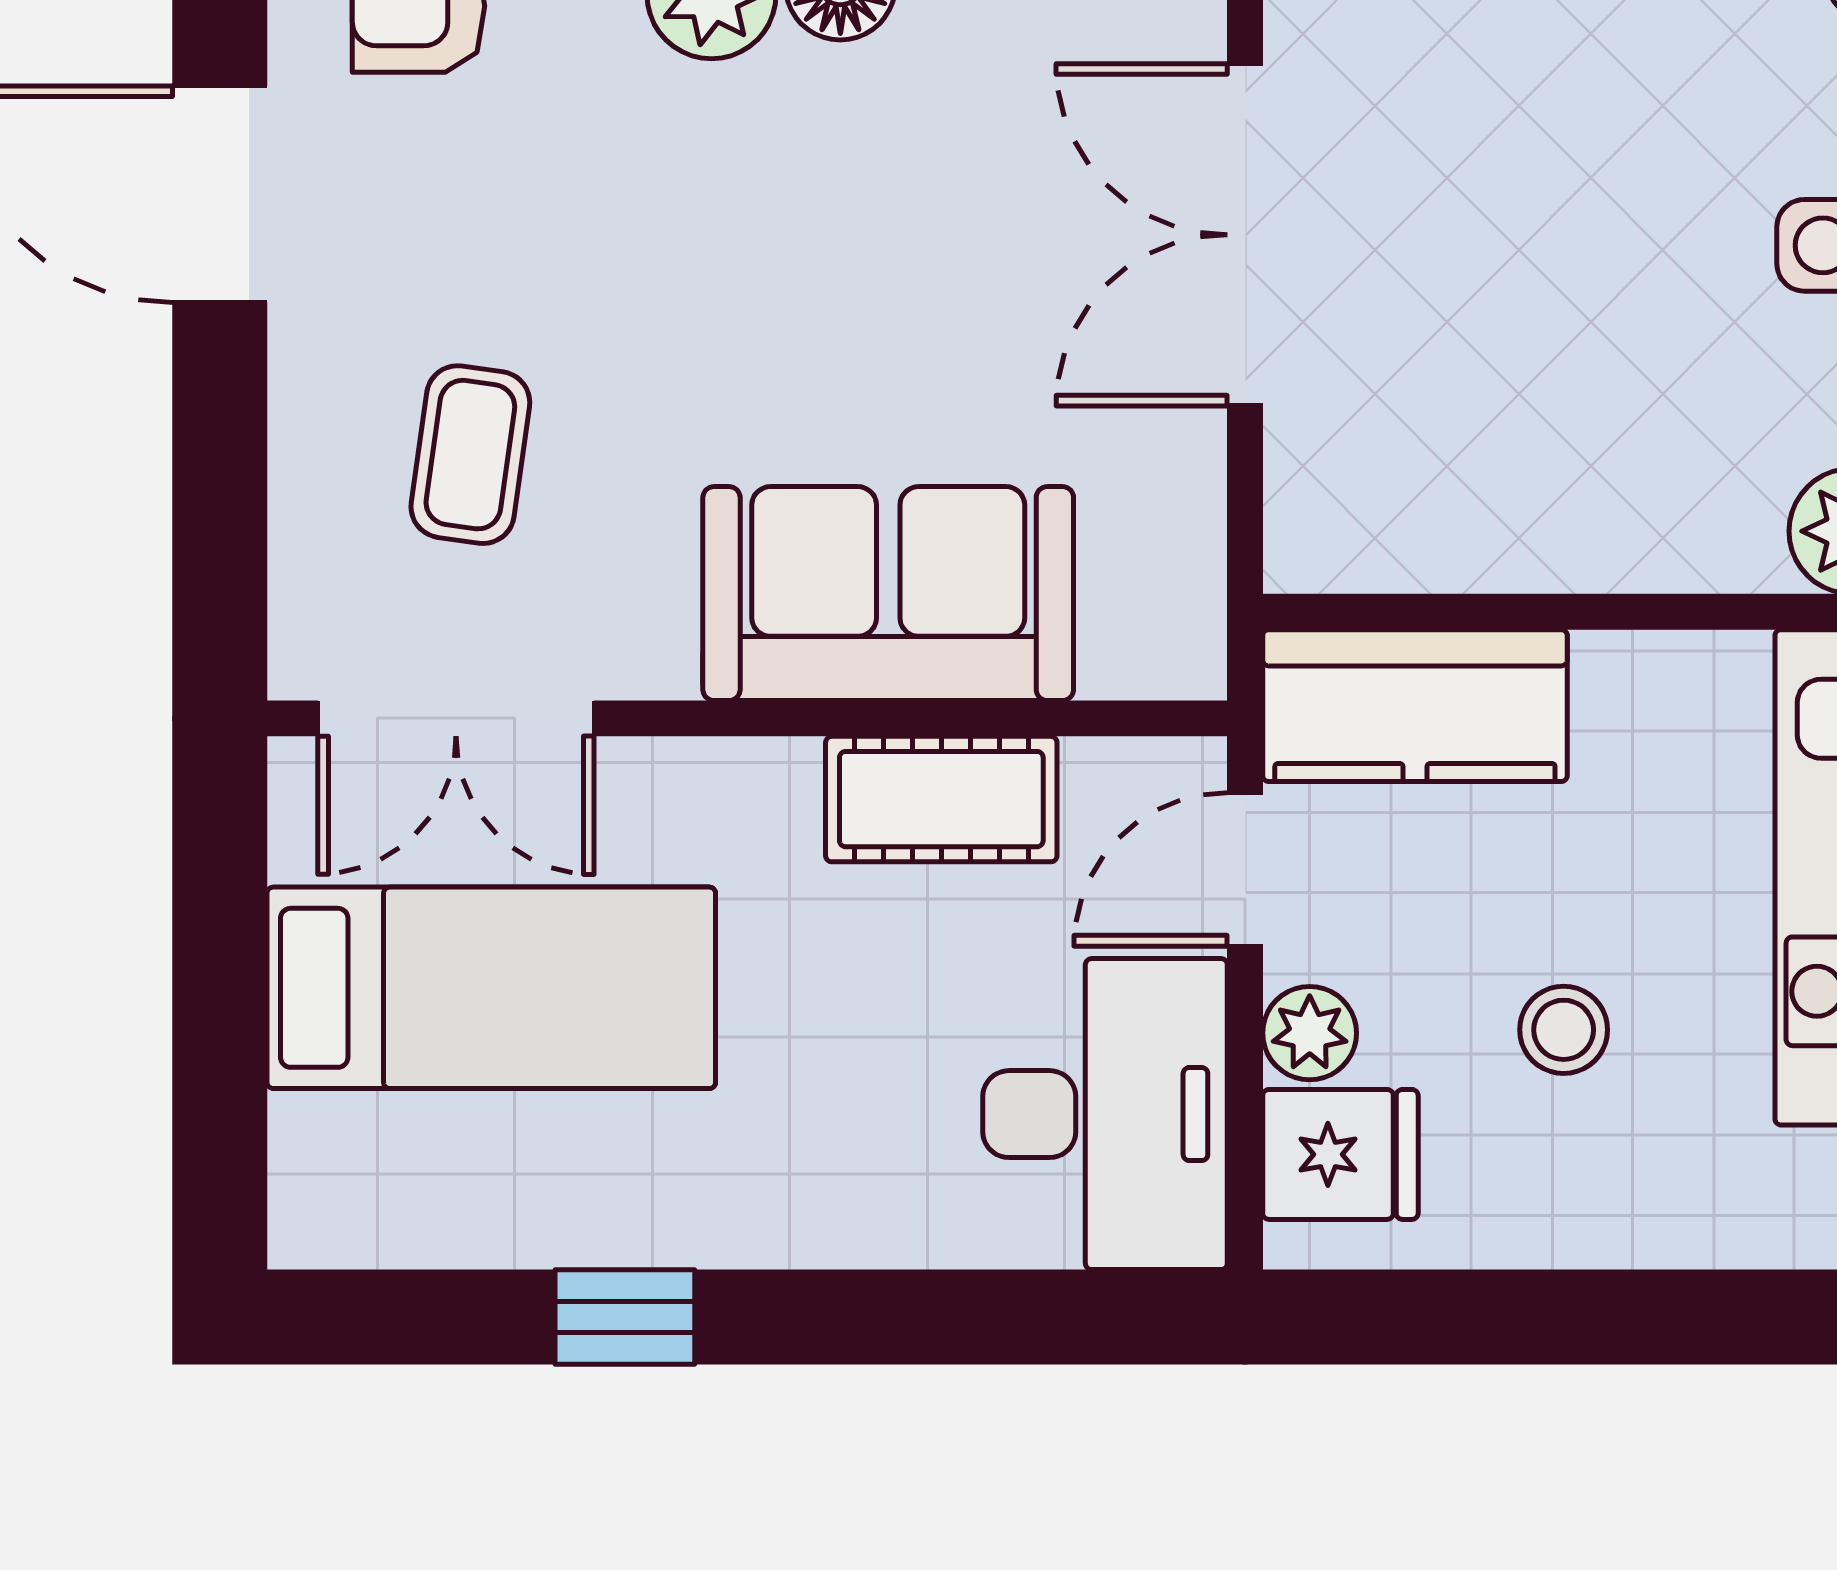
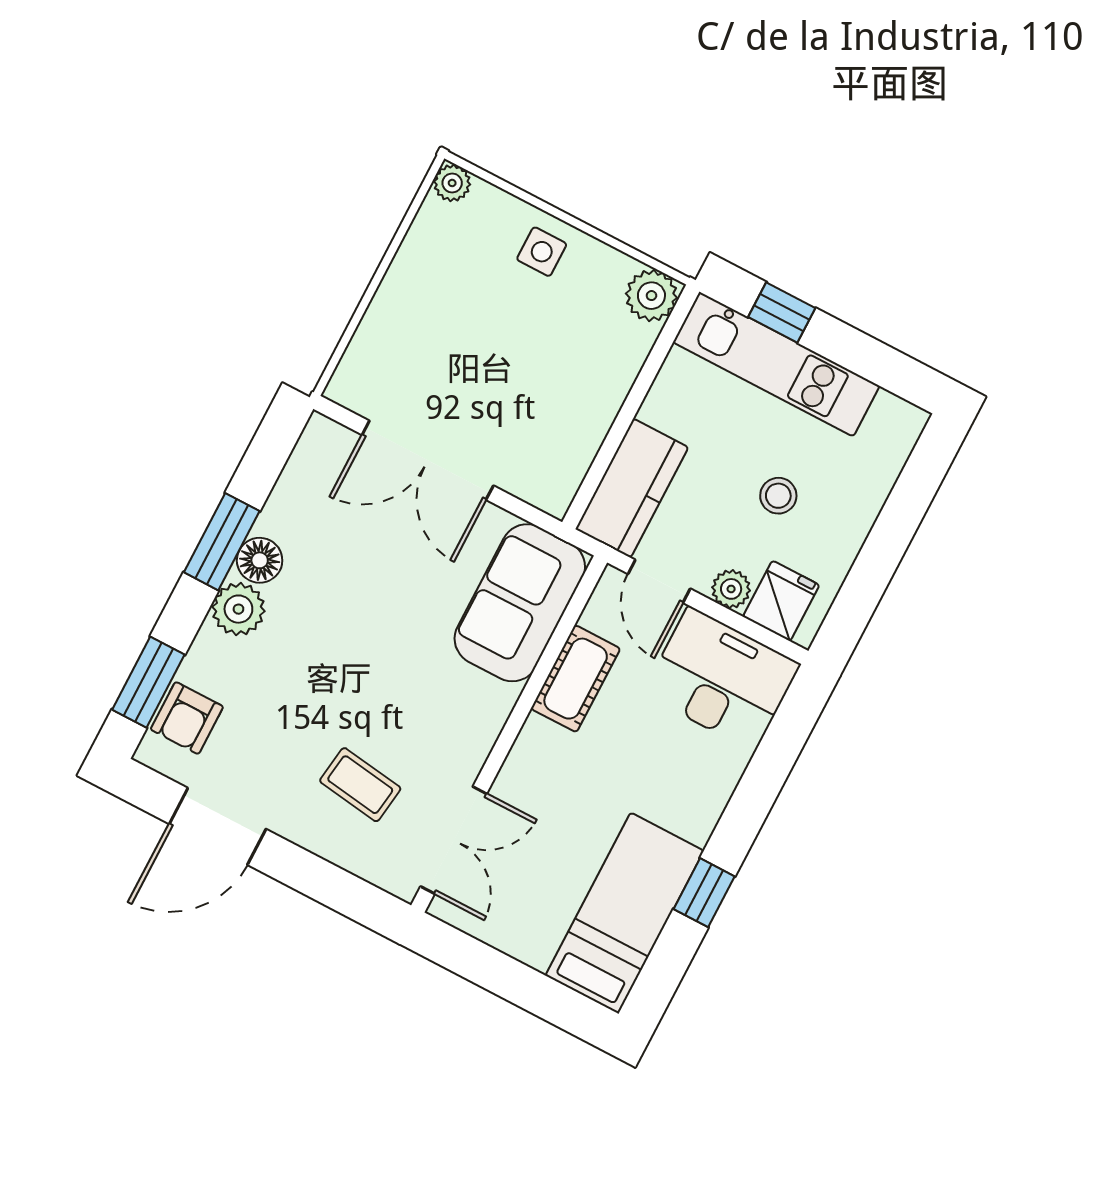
sofa: (888, 594) -> (520, 603), moved
bed: (491, 988) -> (625, 913), moved

